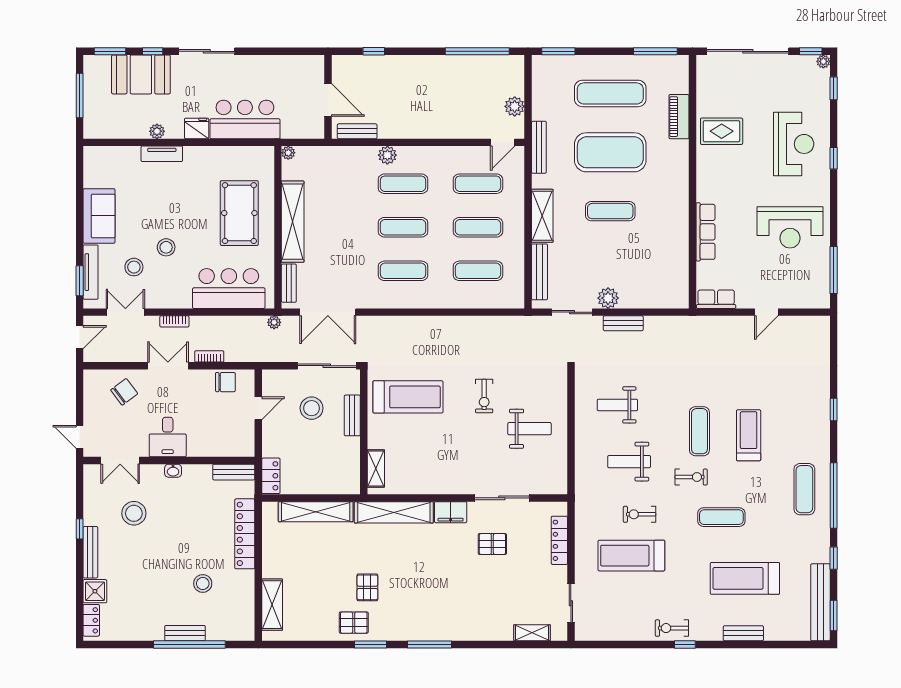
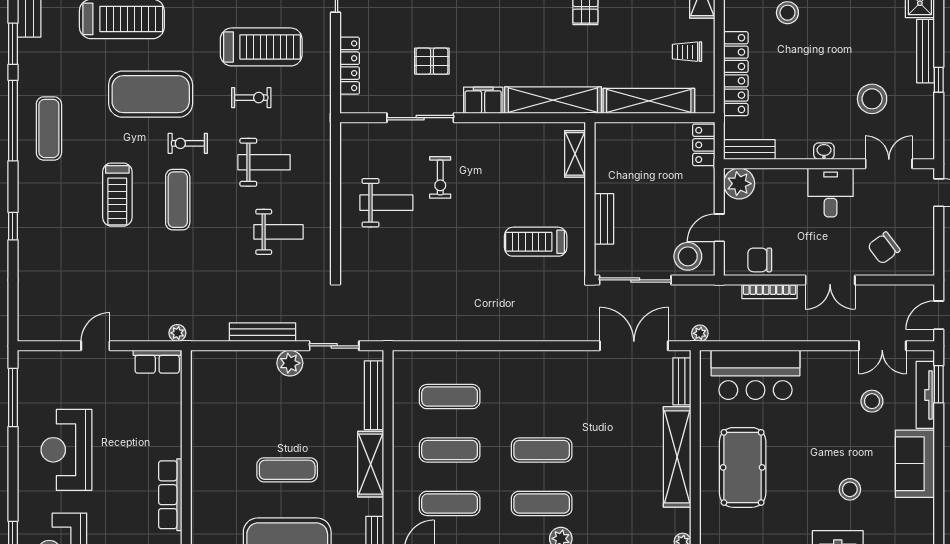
reception desk: (790, 227) -> (66, 450), turned -90
row of seats: (705, 232) -> (170, 495), moved
stool: (166, 247) -> (850, 489), moved
exercise mat: (403, 271) -> (542, 397), removed
bookcase: (174, 321) -> (822, 334), removed
bench: (623, 323) -> (262, 332), width x1.36
plant: (700, 323) -> (177, 333), added
bookcase: (209, 356) -> (769, 291), width x1.56
exercise bike: (484, 396) -> (440, 177), moved, turned 180
treadmill: (408, 397) -> (536, 242), width x0.73, depth x0.73
stool: (312, 408) -> (688, 256), moved
weight bench: (529, 429) -> (386, 203), turned 180
plant: (242, 444) -> (739, 184), added
exercise mat: (721, 517) -> (151, 94), width x2.00, depth x1.45
trolley: (285, 552) -> (687, 52), added
window: (834, 558) -> (13, 44), width x1.50

